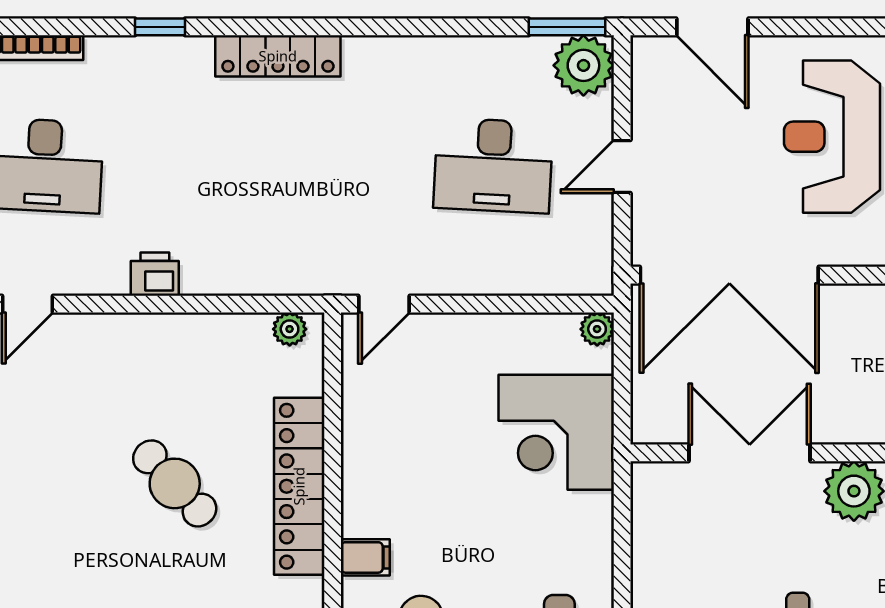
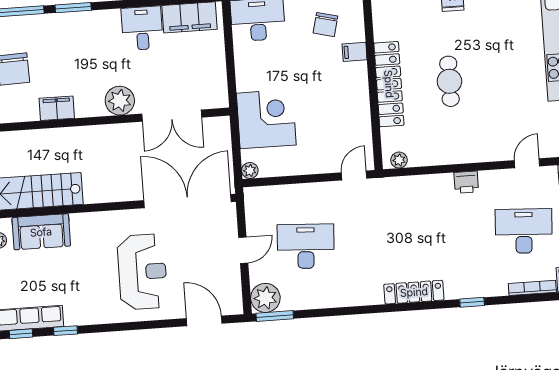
cafe table: (175, 483) -> (449, 81), turned 43

